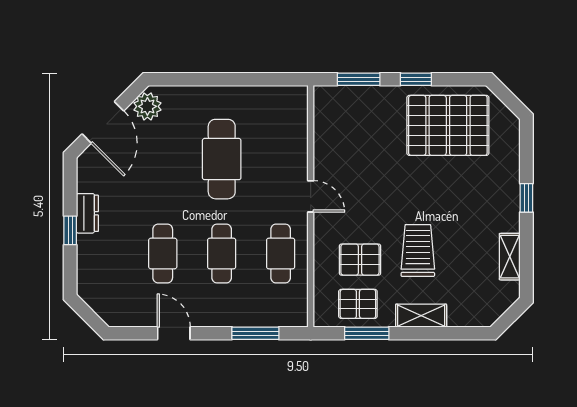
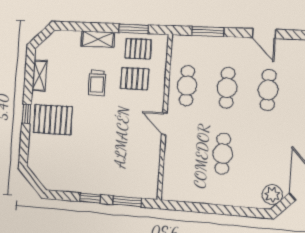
pallet: (448, 125) -> (53, 120), moved, width x0.73, depth x0.71
cafe table: (222, 159) -> (223, 154), width x0.73, depth x0.74
trolley: (418, 251) -> (97, 83), width x0.73, depth x0.72

